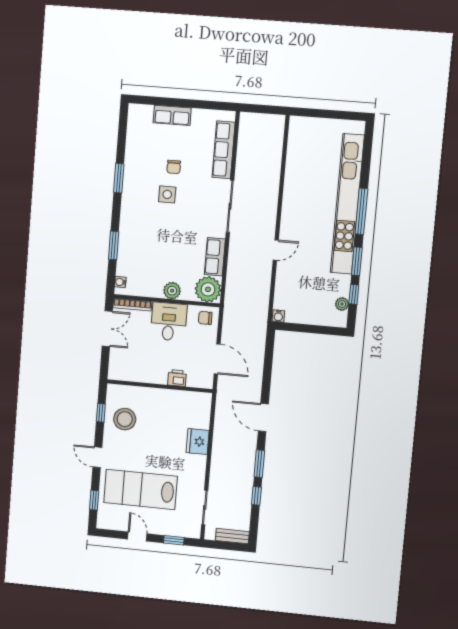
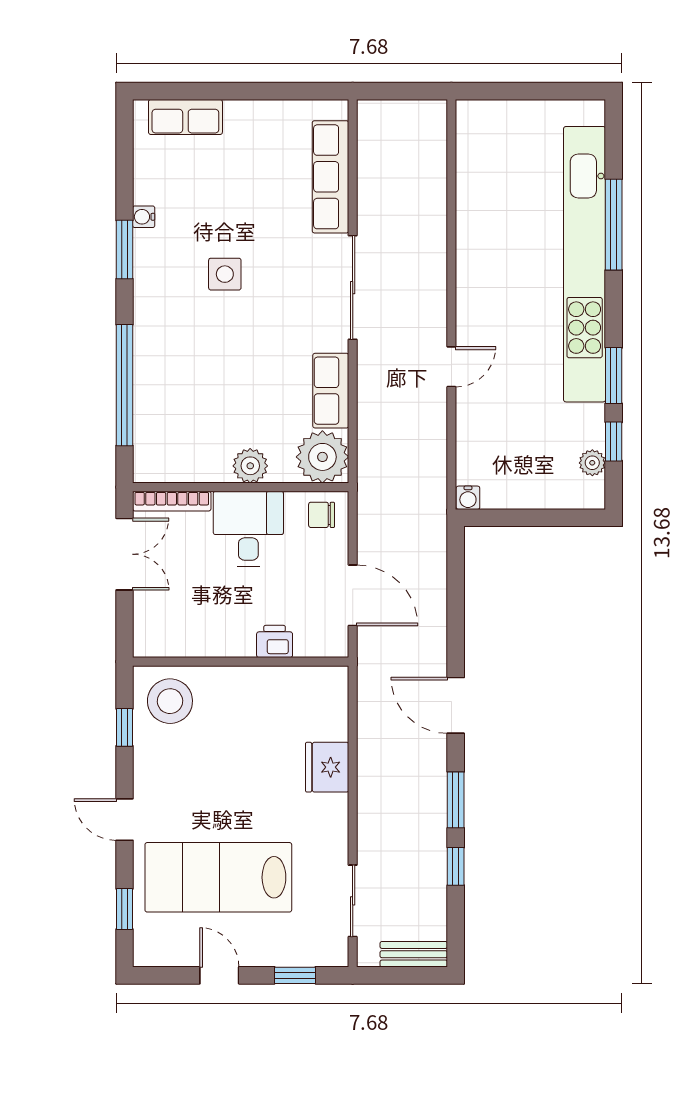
row of seats: (172, 115) -> (185, 117), moved
chair: (174, 167) -> (233, 218), removed
window: (361, 211) -> (614, 225), moved
window: (114, 245) -> (124, 385), width x2.11
water cooler: (120, 282) -> (144, 217), moved
stool: (125, 419) -> (170, 701), moved

